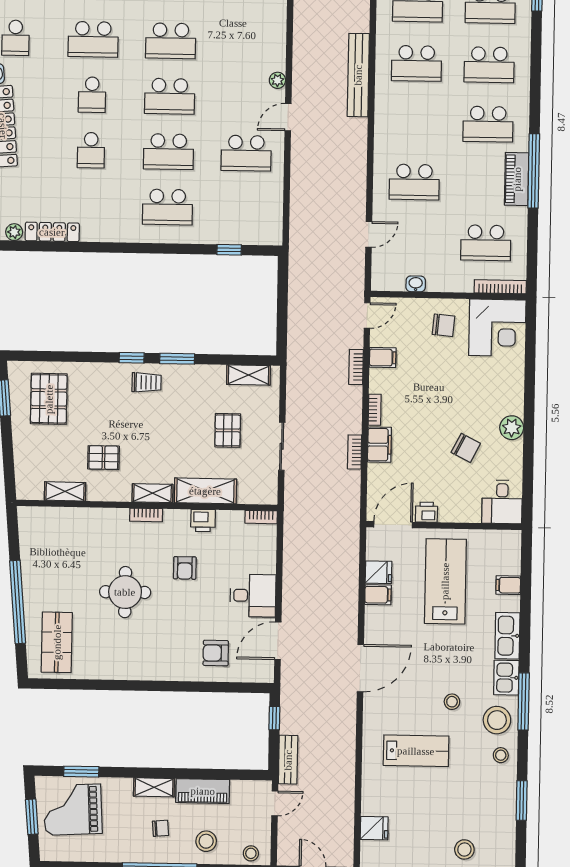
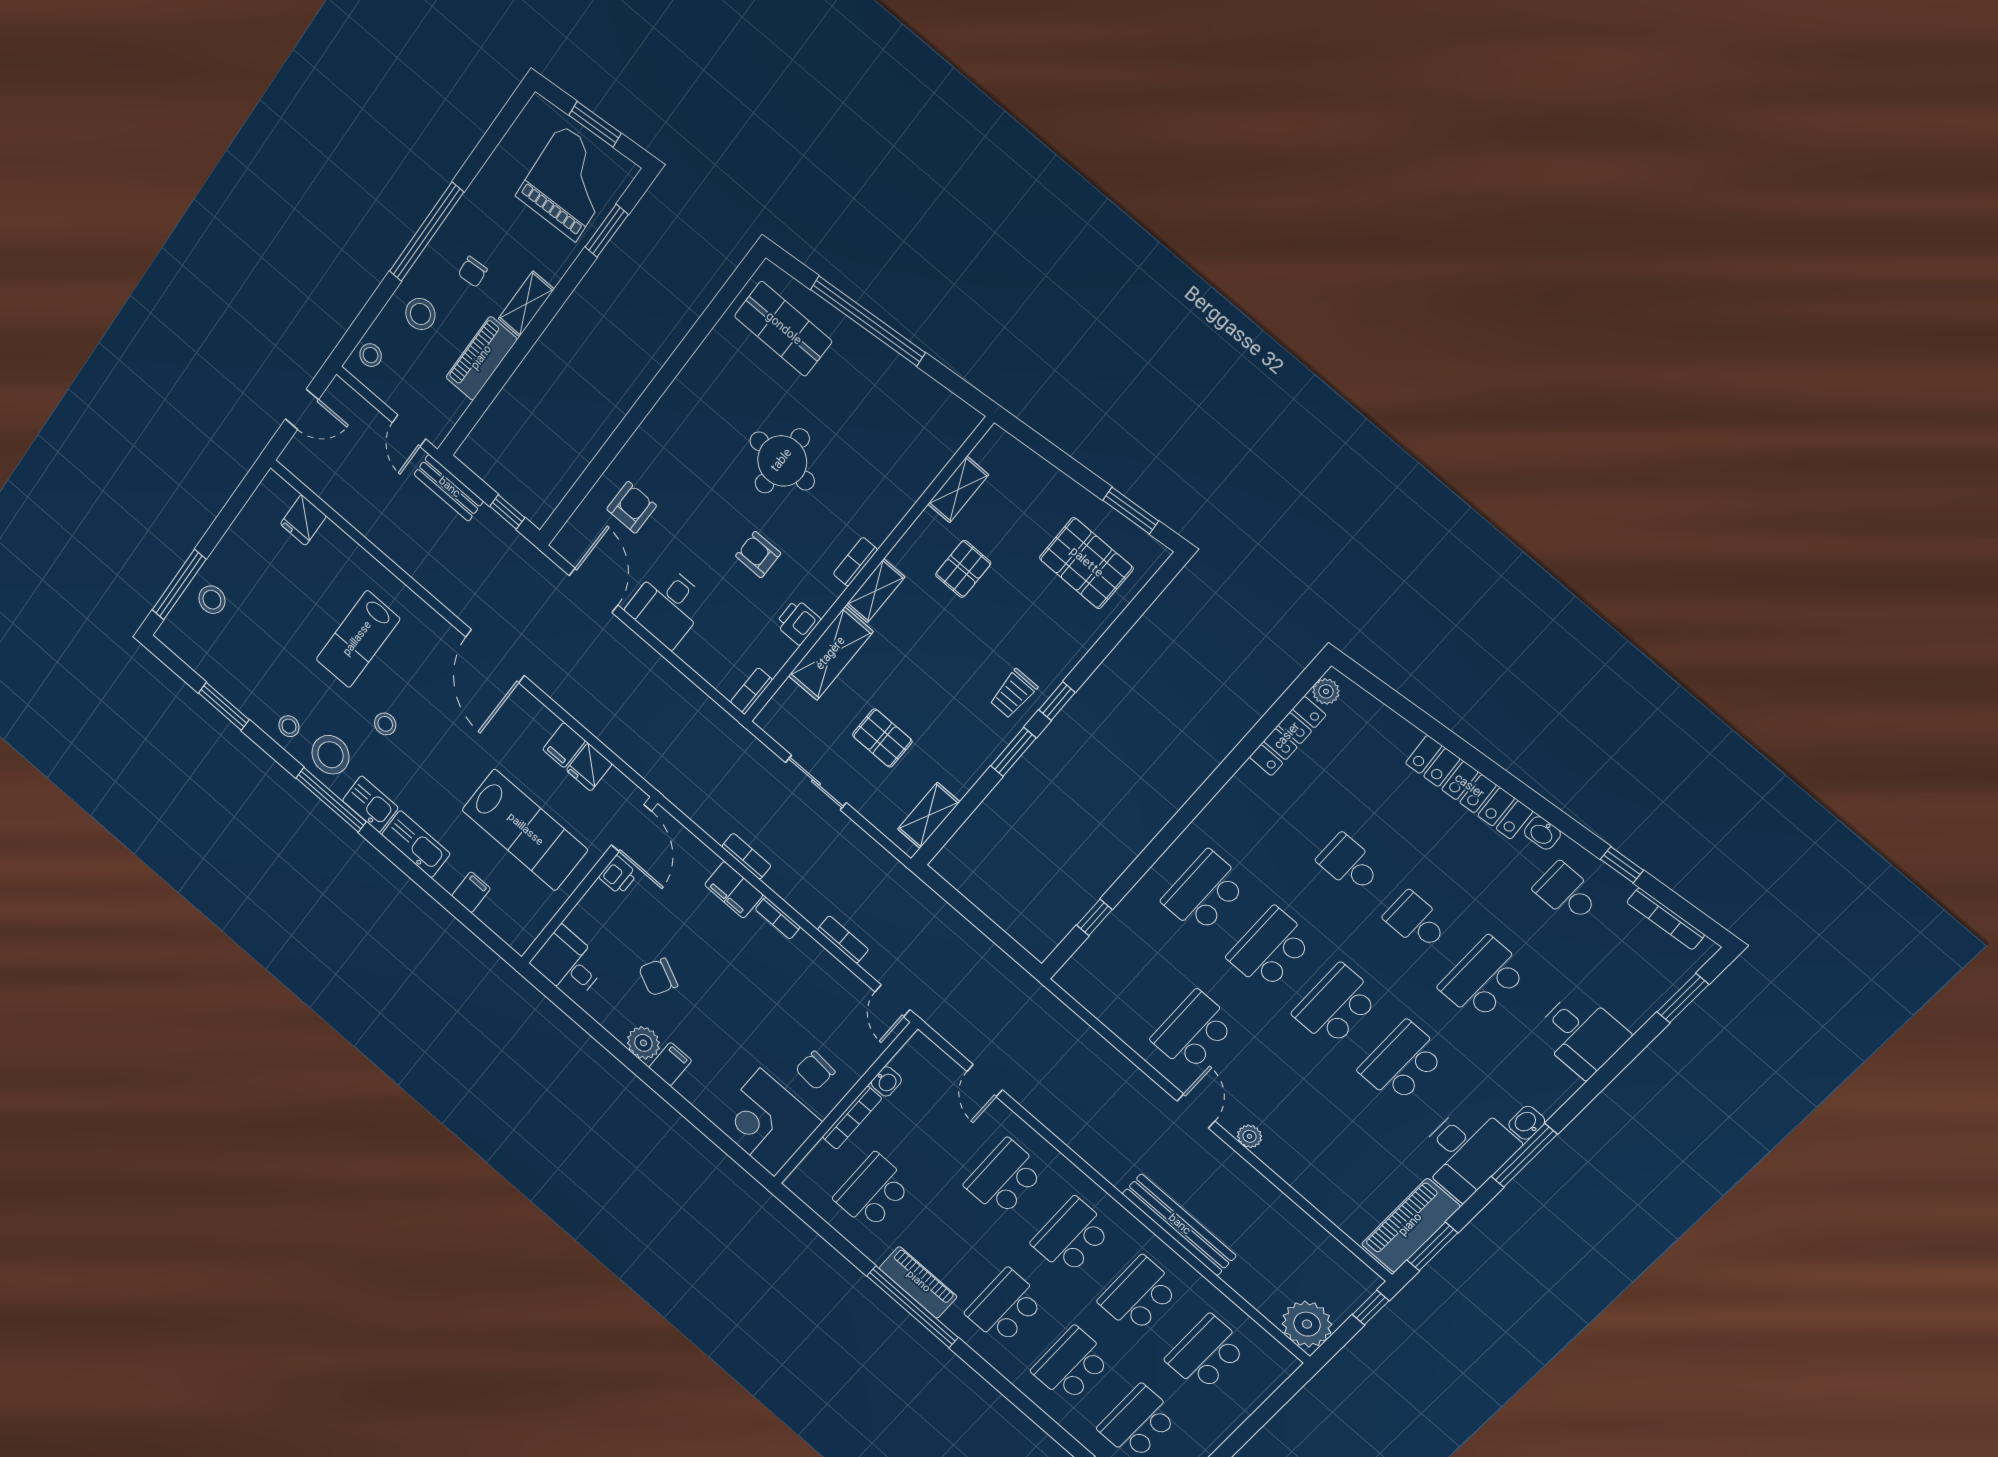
school desk: (415, 123) -> (1071, 1236), added
bookcase: (500, 287) -> (852, 1118), moved
filing cabinet: (383, 358) -> (670, 1064), moved, turned 180

